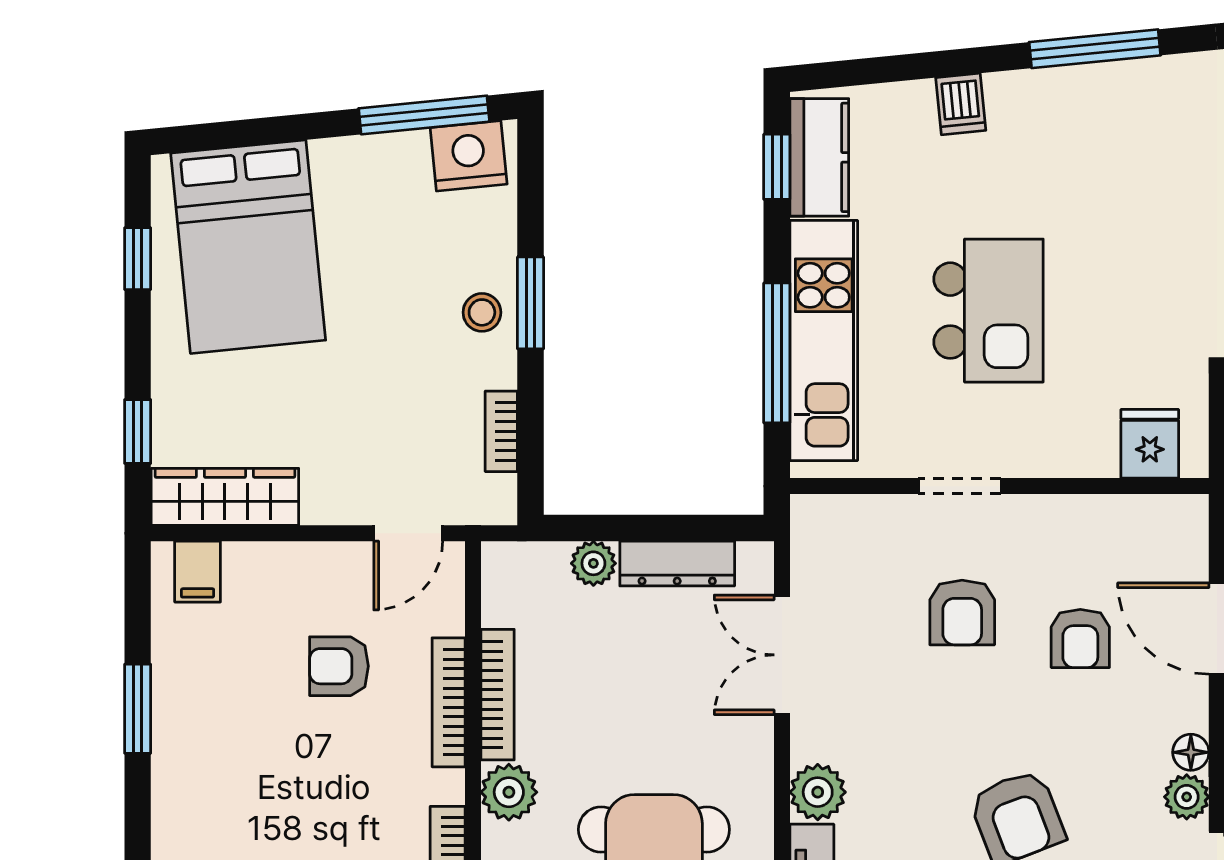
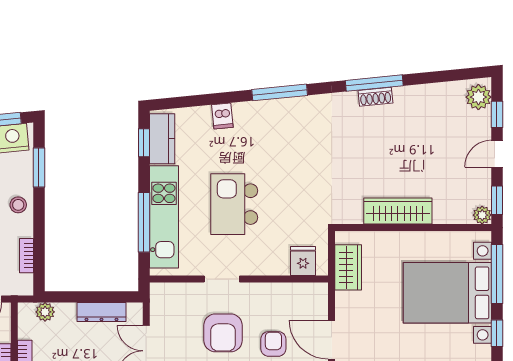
window: (531, 303) -> (39, 167), moved
kitchen island: (989, 311) -> (234, 204), turned 180
plant: (593, 563) -> (45, 312), moved
armchair: (962, 612) -> (223, 333), width x1.38, depth x1.38
armchair: (1080, 638) -> (273, 344), turned 180

